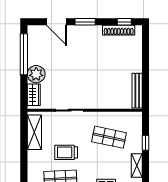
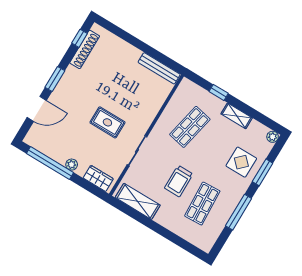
plant: (36, 74) -> (72, 165), width x0.53, depth x0.53
rug: (77, 77) -> (107, 122), added

